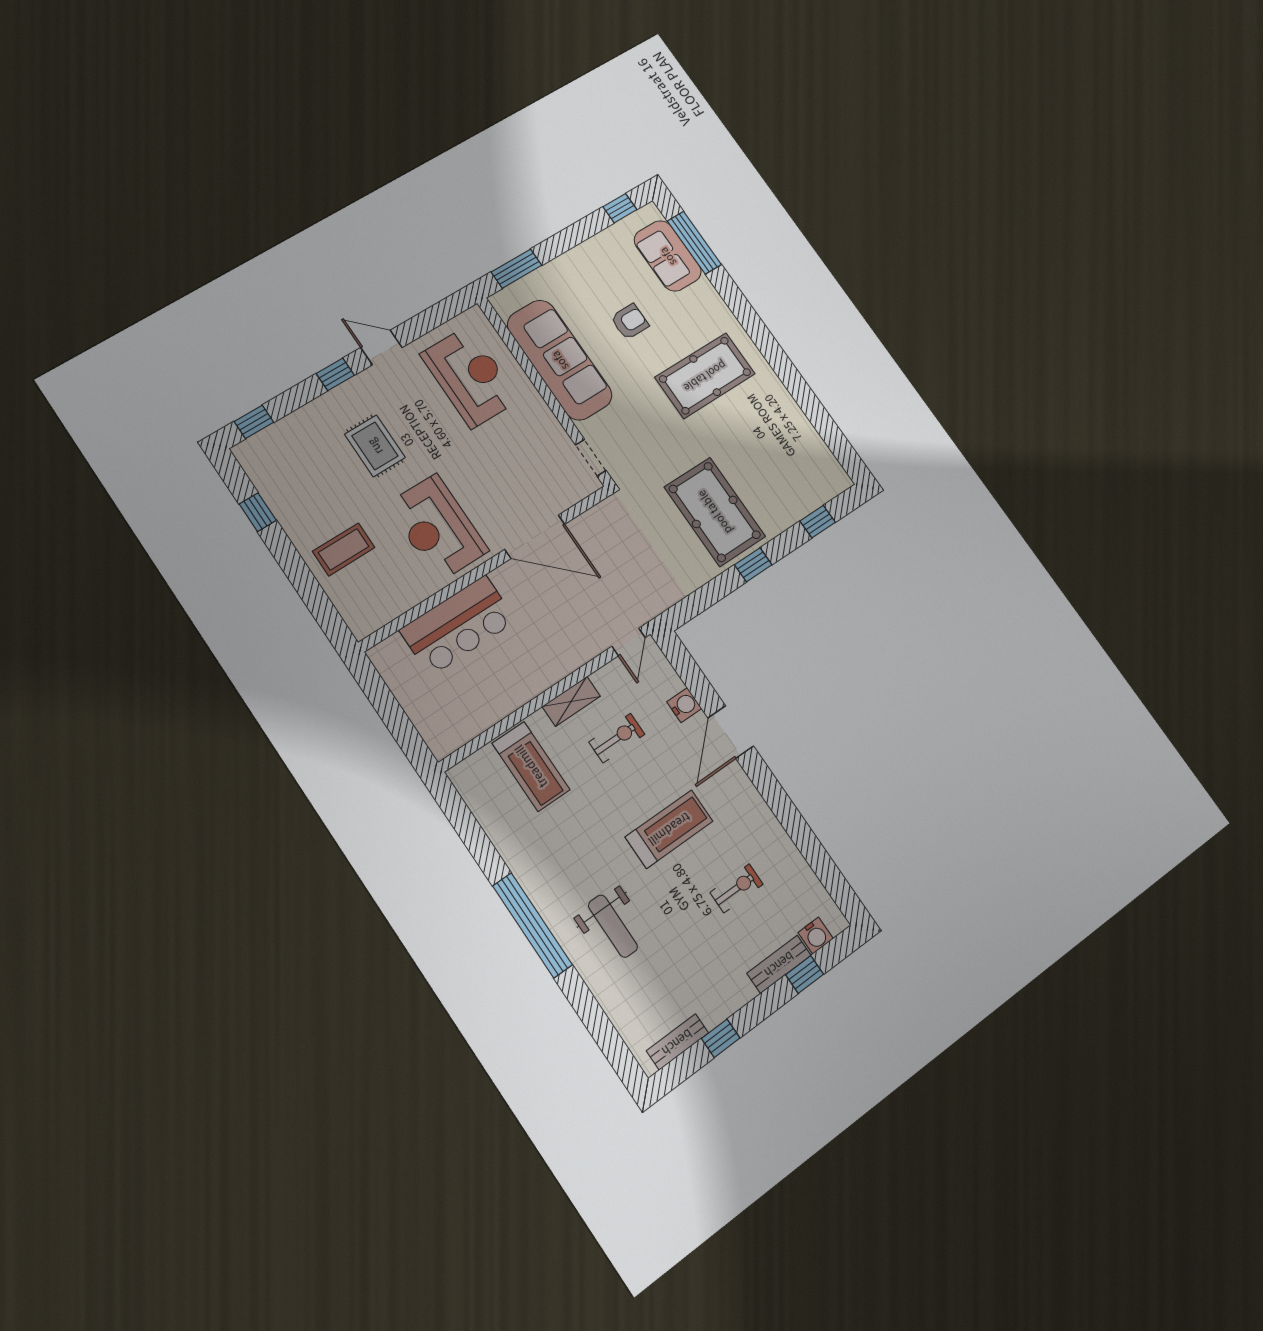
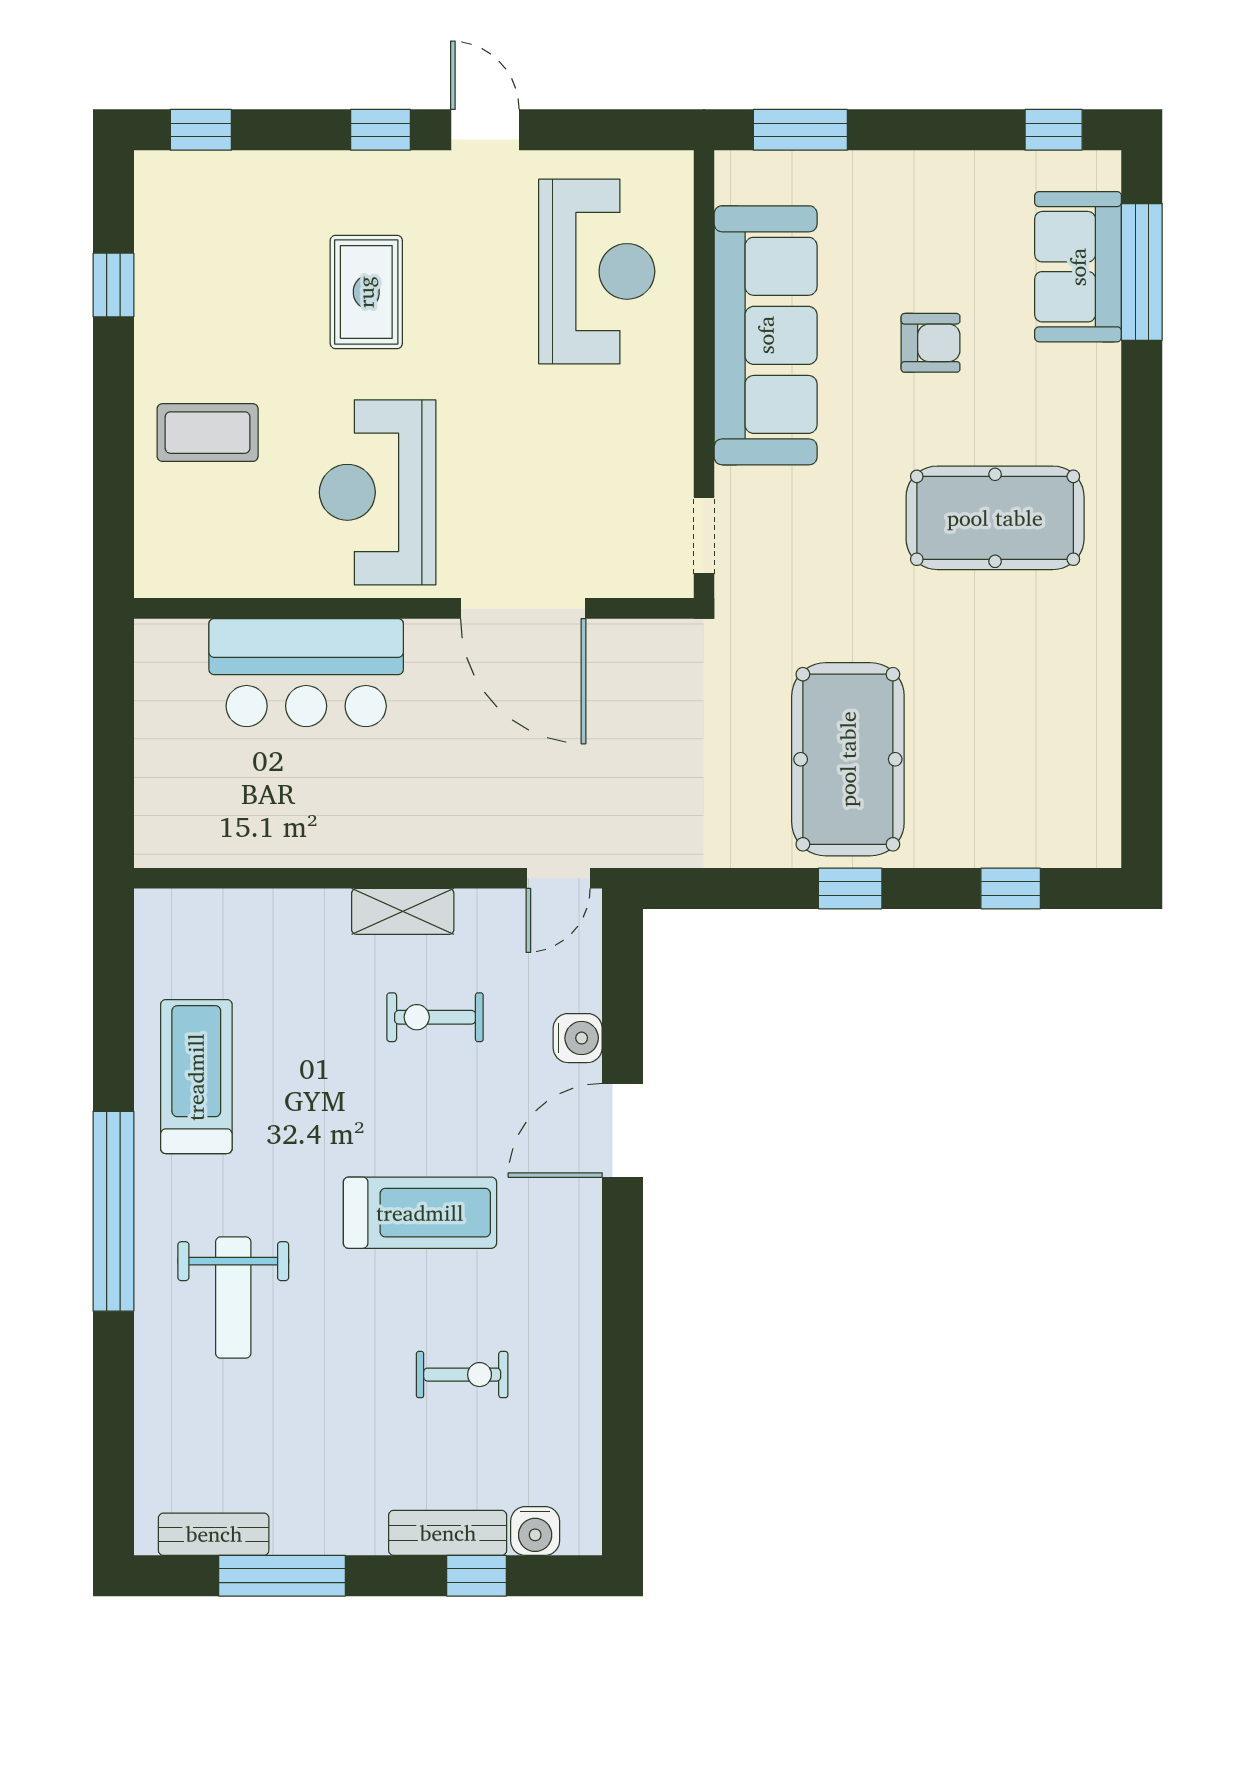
exercise bike: (617, 738) -> (435, 1017), turned 180
treadmill: (531, 766) -> (196, 1077), moved, turned 180
window: (721, 1038) -> (282, 1576), width x2.17

